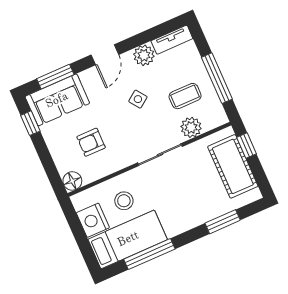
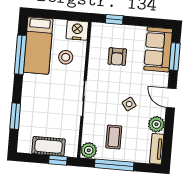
window: (30, 123) -> (114, 19), moved
plant: (191, 127) -> (89, 150), moved
armchair: (91, 142) -> (117, 57), turned 180
cot: (233, 166) -> (49, 146), width x0.73, depth x0.75
floor lamp: (72, 181) -> (98, 30), removed
nightstand: (93, 220) -> (77, 30), moved

